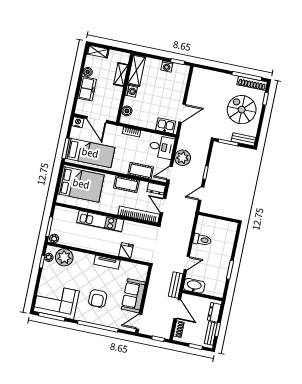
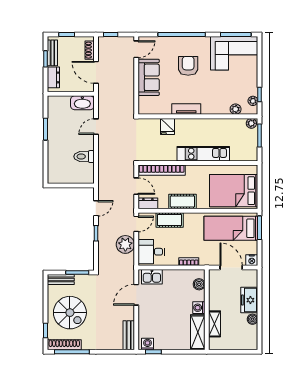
shelving: (98, 52) -> (246, 345), removed
washing machine: (167, 66) -> (147, 344), moved
plant: (64, 257) -> (236, 109), width x0.53, depth x0.53
bench: (176, 285) -> (129, 335), moved

